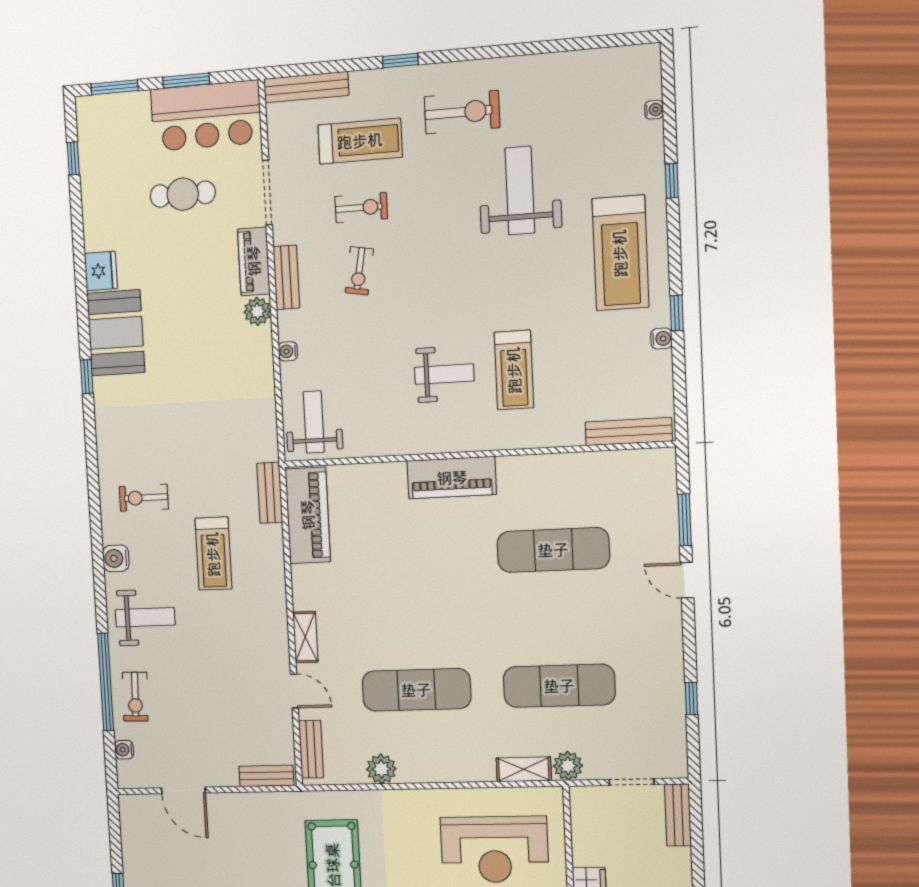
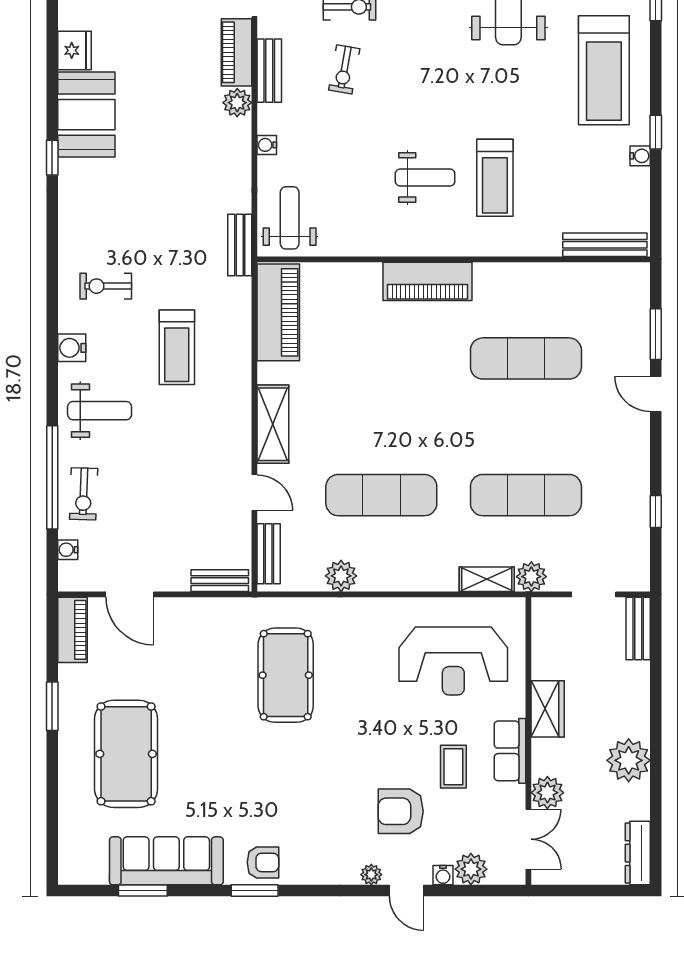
bench: (270, 493) -> (240, 245), moved
shelving: (305, 637) -> (273, 424), width x1.50, depth x1.33
piano: (133, 825) -> (72, 630), added

